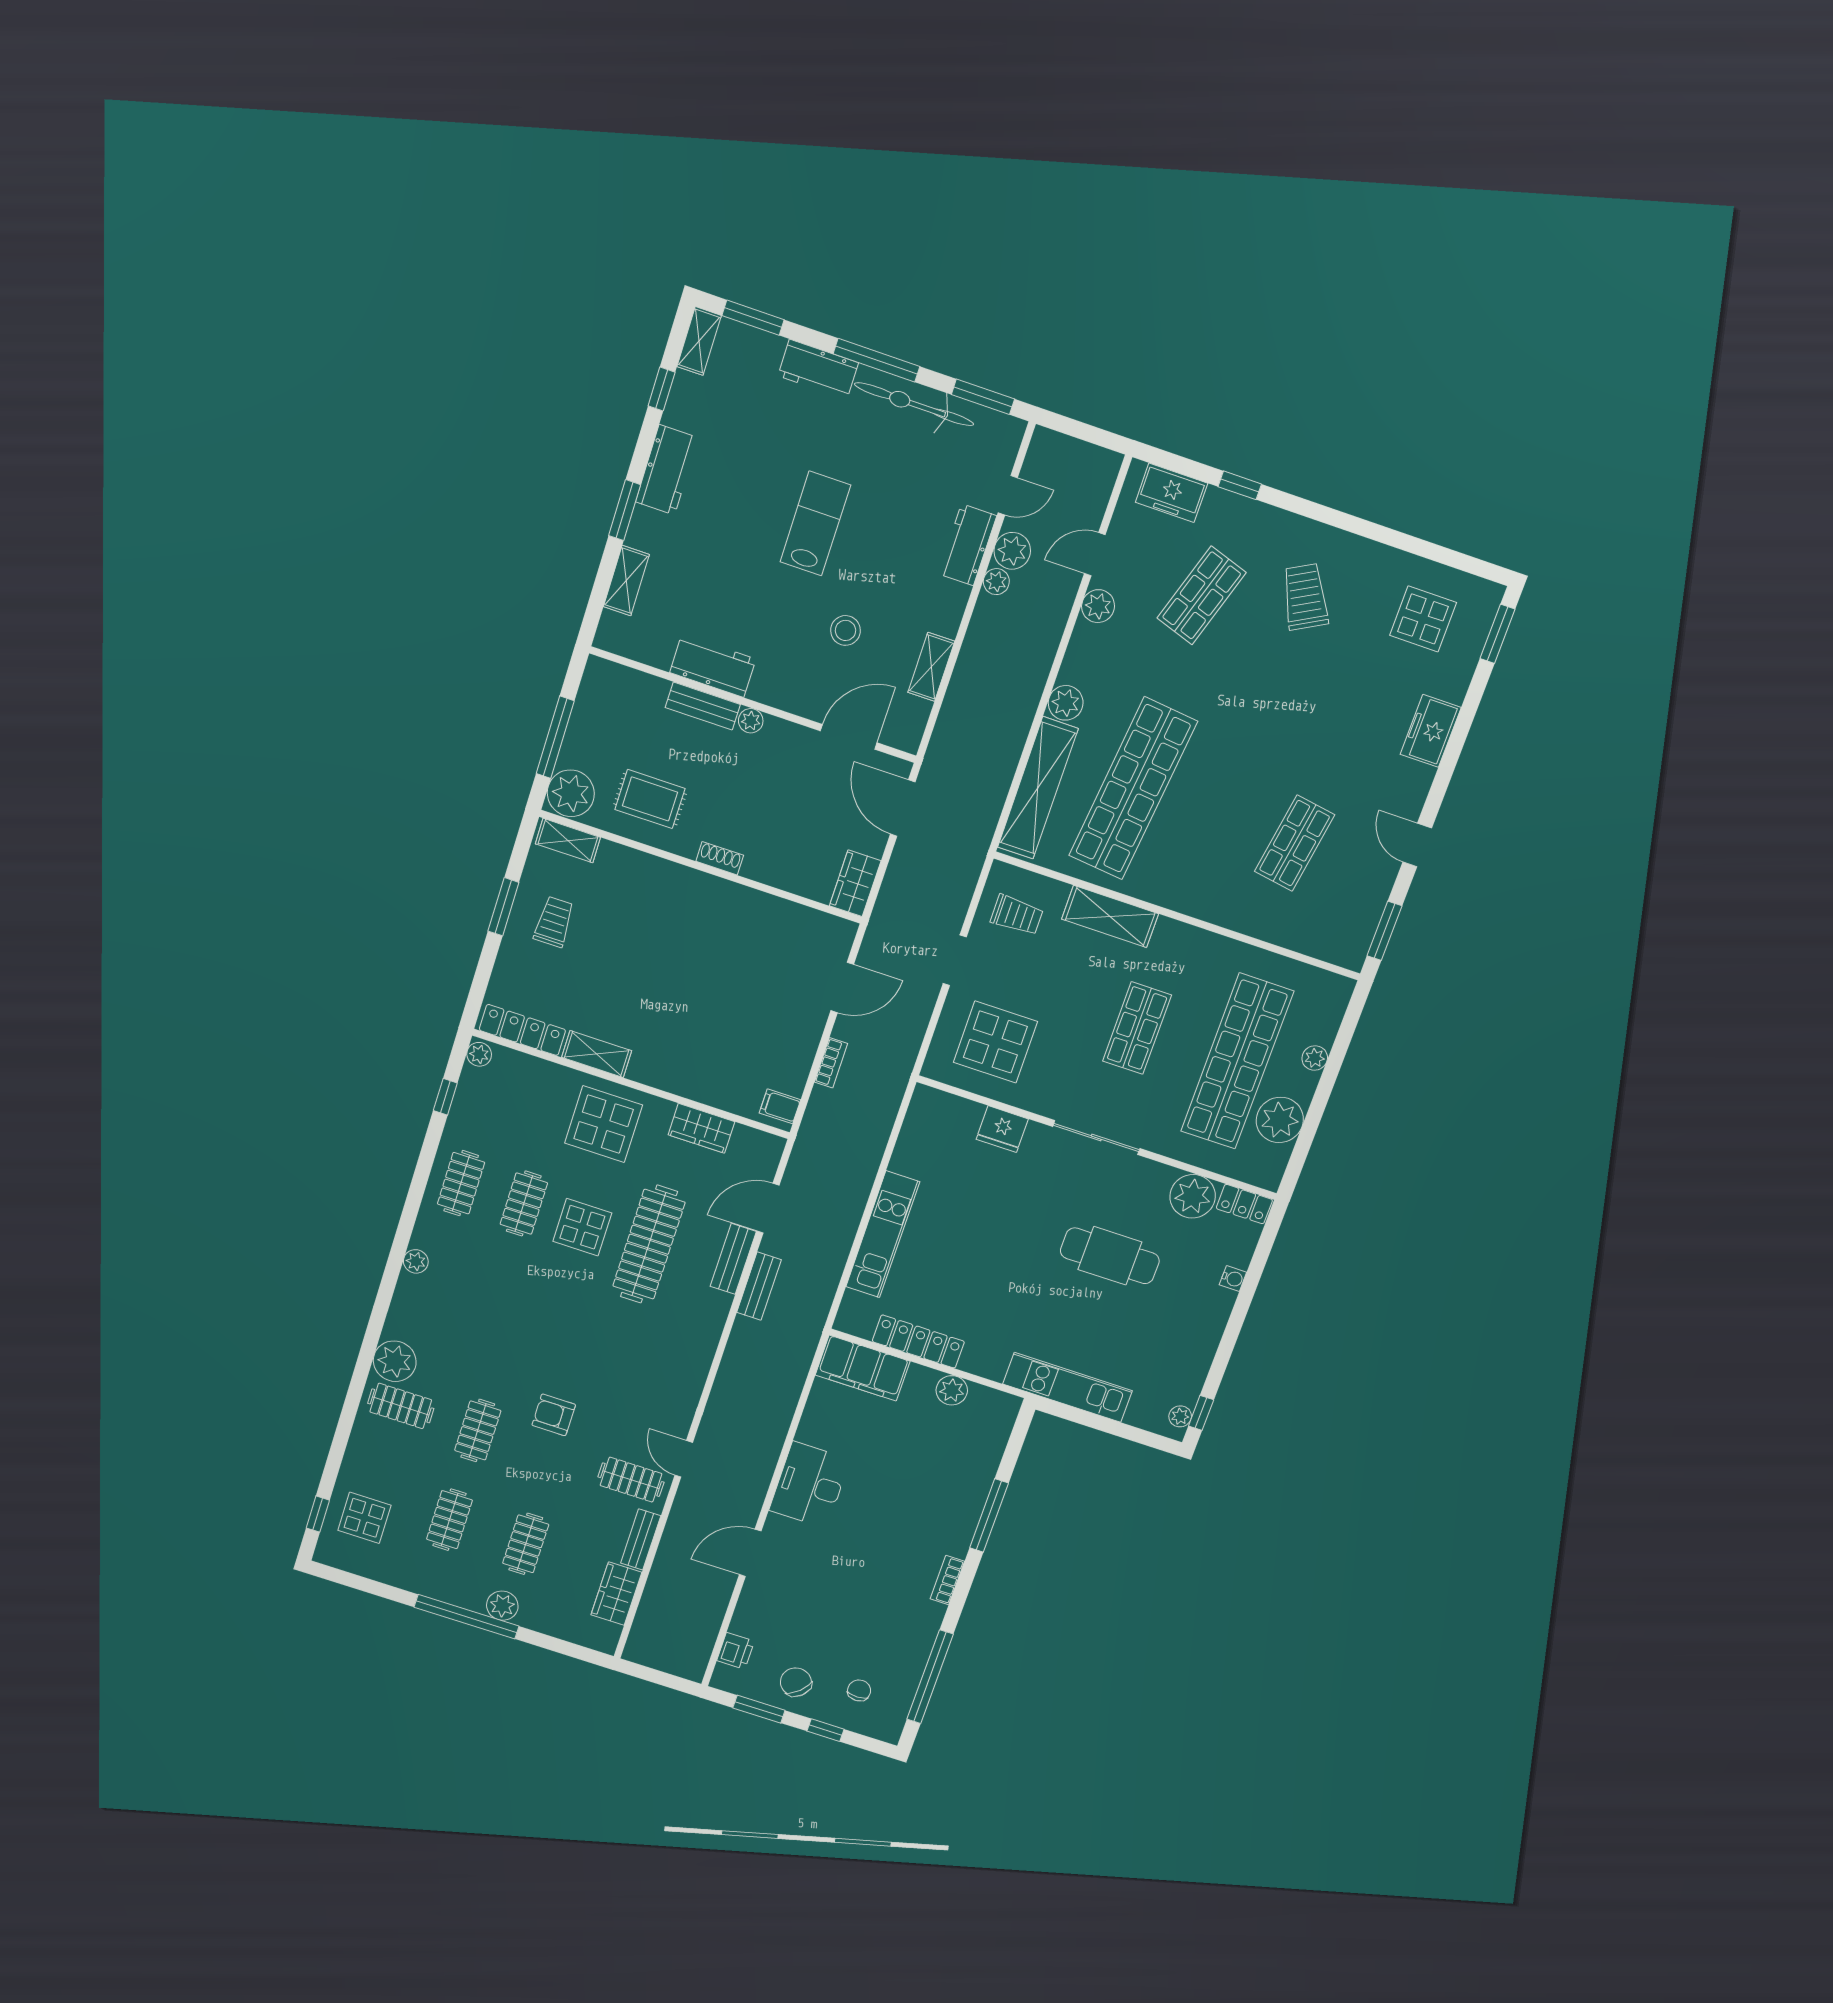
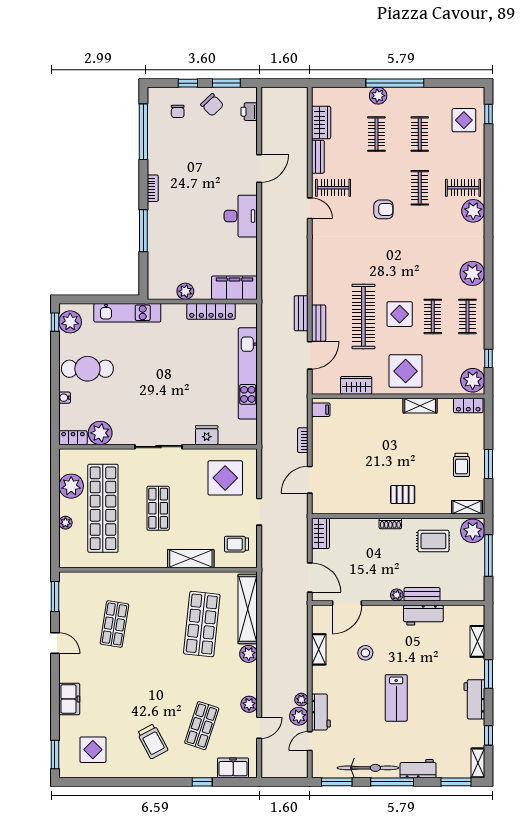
shop shelf: (1133, 789) -> (202, 624), width x0.71
pallet: (680, 904) -> (403, 495), added
locker: (522, 1030) -> (468, 405), width x0.66
plant: (479, 1054) -> (473, 380), width x1.87, depth x1.87
kitchen unit: (883, 1234) -> (248, 373), width x1.36
cafe table: (1110, 1256) -> (87, 369), moved
plant: (416, 1261) -> (472, 273), width x1.87, depth x1.87
plant: (1180, 1416) -> (70, 322), width x1.87, depth x1.87

